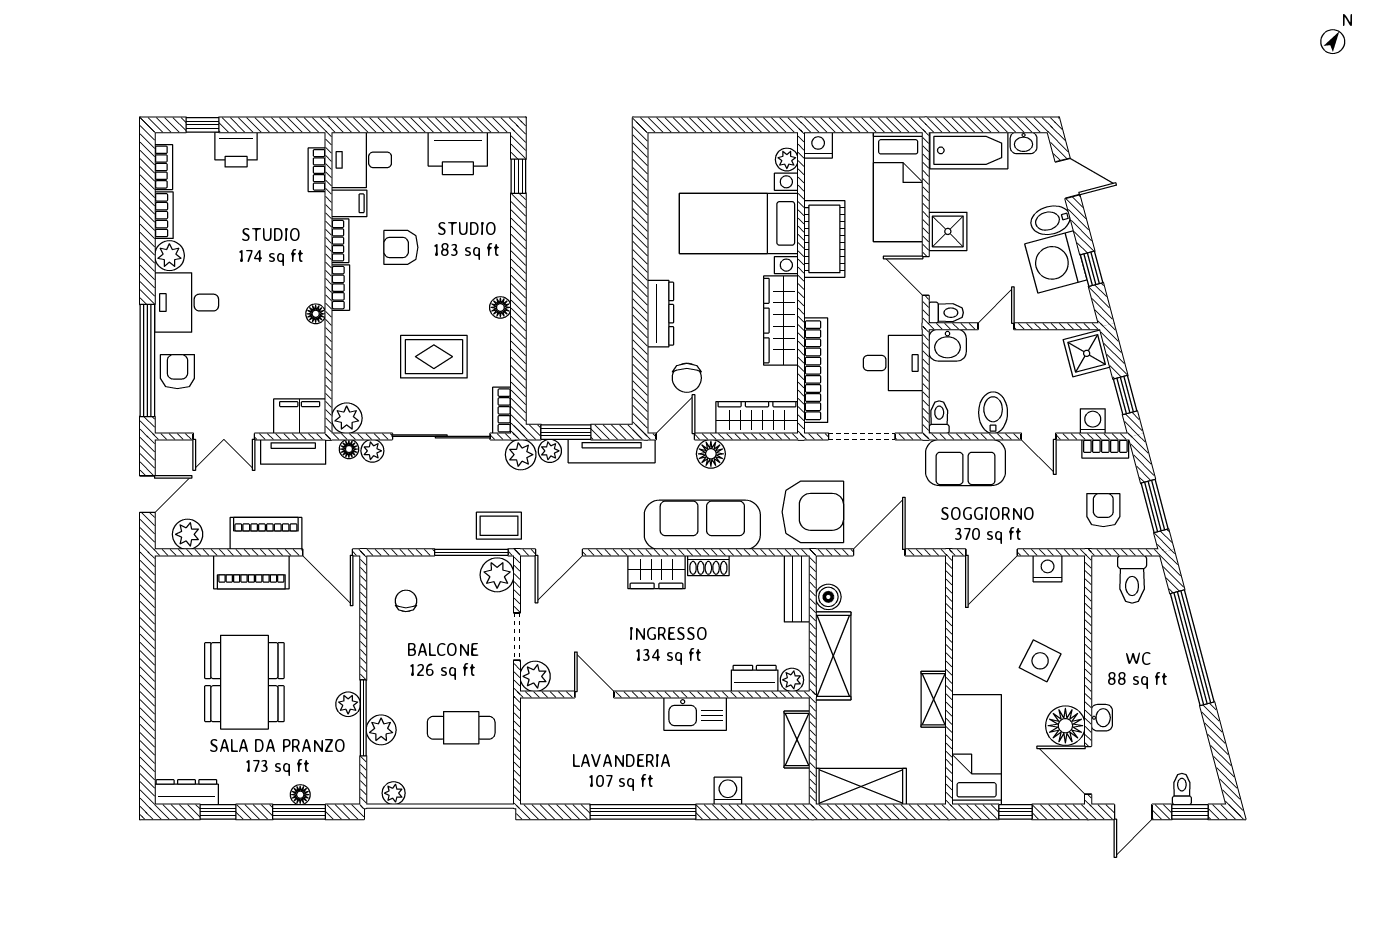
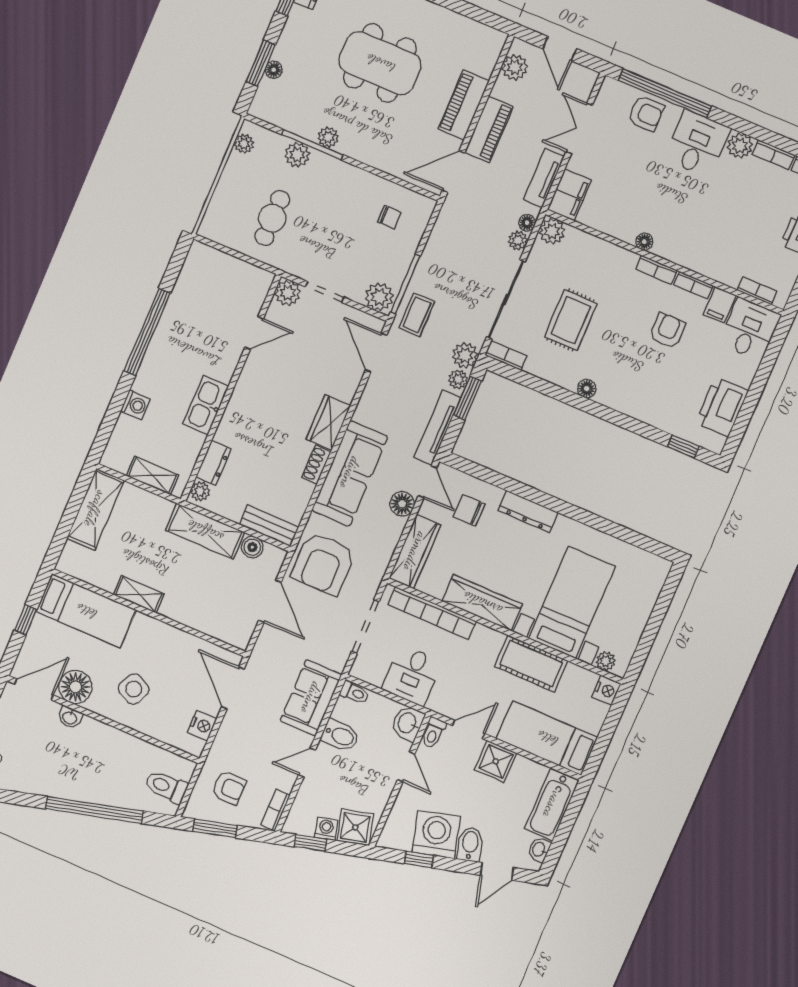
washing machine: (1093, 421) -> (326, 829), moved, turned -105

